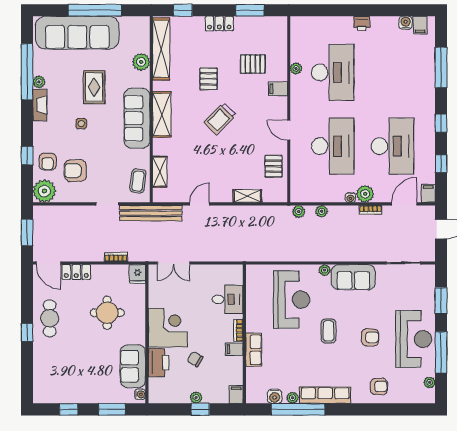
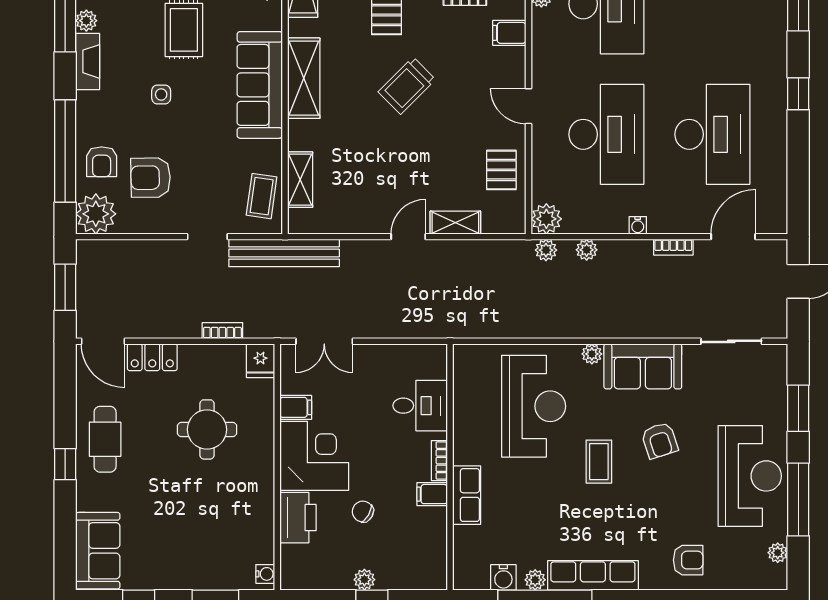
window: (27, 156) -> (65, 151), width x3.17
window: (441, 164) -> (798, 165), removed
filing cabinet: (428, 193) -> (776, 218), removed
plant: (365, 194) -> (546, 219), moved
door: (200, 204) -> (408, 237), moved
armchair: (370, 337) -> (660, 440), moved, turned 72
sofa: (133, 366) -> (98, 551), moved, turned 180
filing cabinet: (236, 394) -> (296, 407), moved, turned 90

